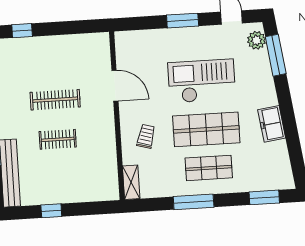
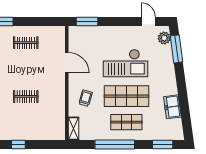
window: (183, 21) -> (87, 22), moved
checkout: (202, 81) -> (125, 63), turned 180
clothes rail: (55, 100) -> (26, 43), moved, width x0.73
freezer: (272, 124) -> (172, 107), moved
window: (194, 202) -> (115, 144), width x1.46

